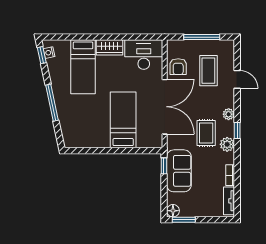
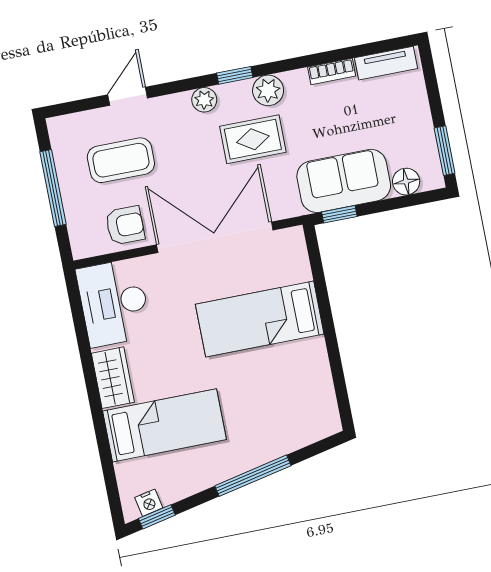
floor lamp: (173, 211) -> (406, 182), moved

